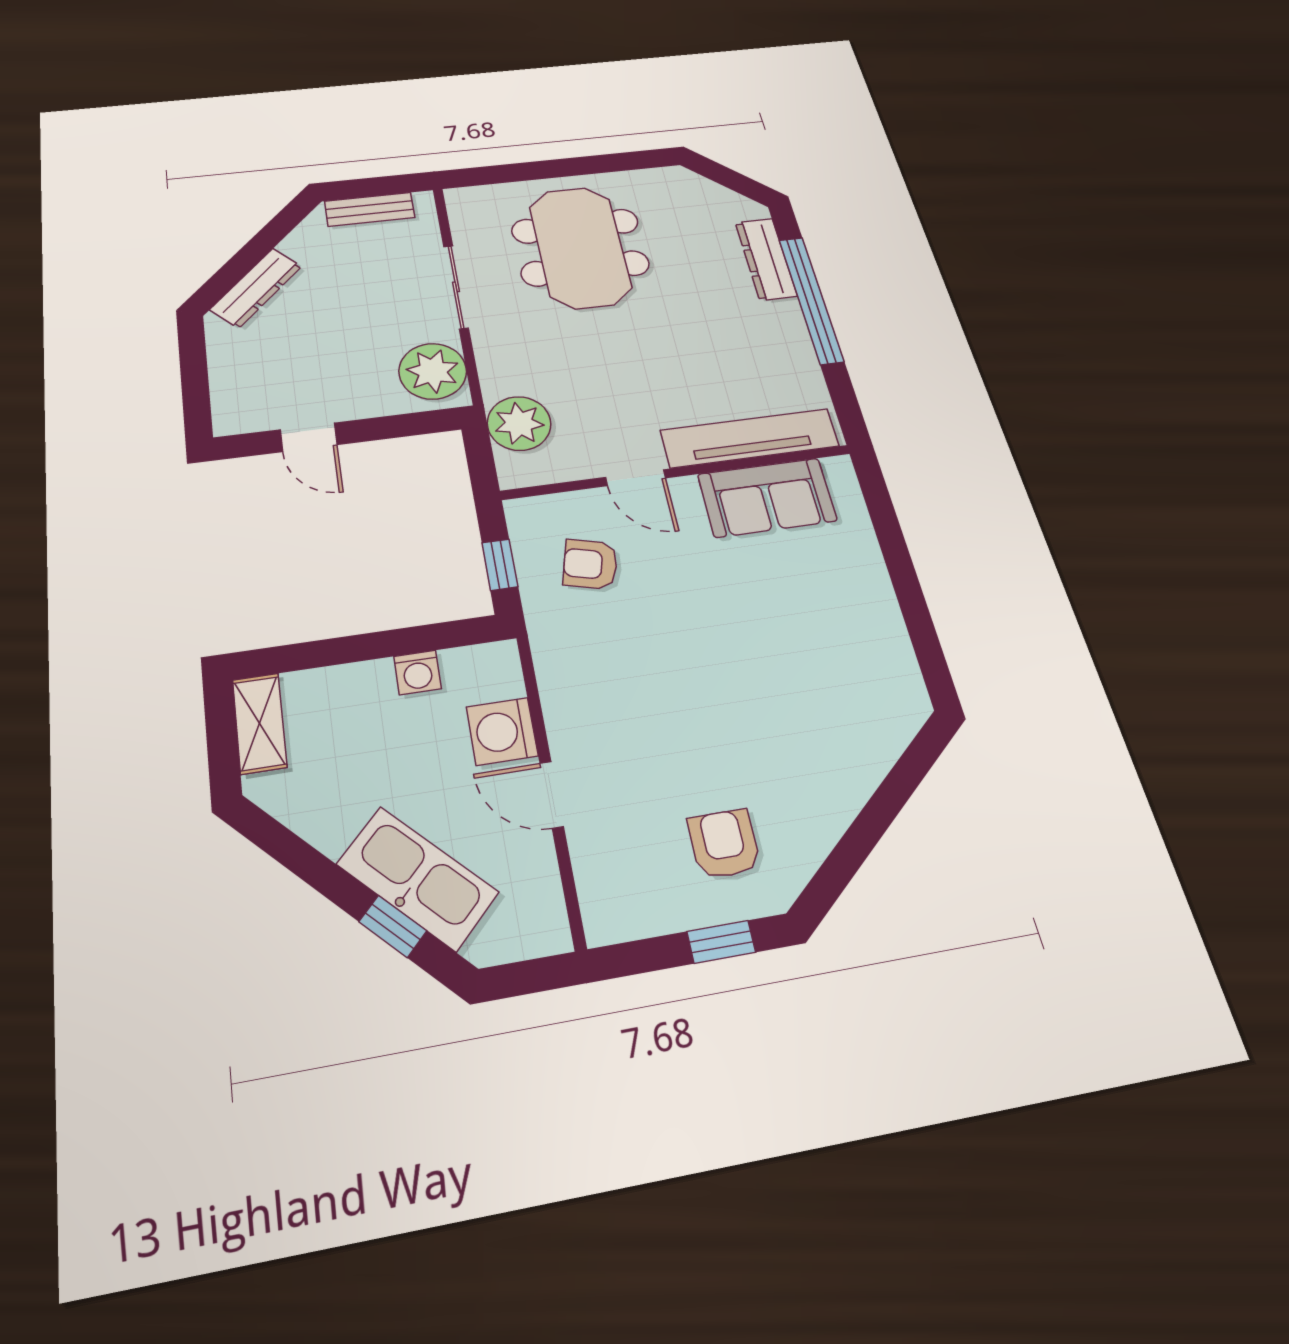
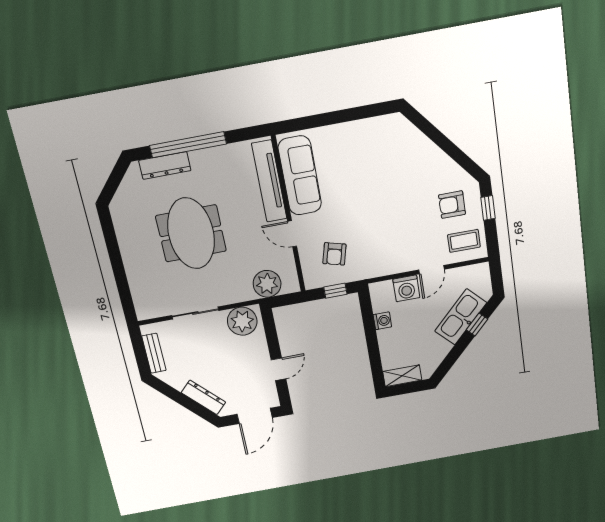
meeting table: (580, 247) -> (191, 233), moved, turned 90
door: (195, 383) -> (255, 416), added
door: (636, 478) -> (292, 234), swing flipped
sofa: (767, 497) -> (300, 176), width x1.36
coffee table: (630, 879) -> (464, 241), added

